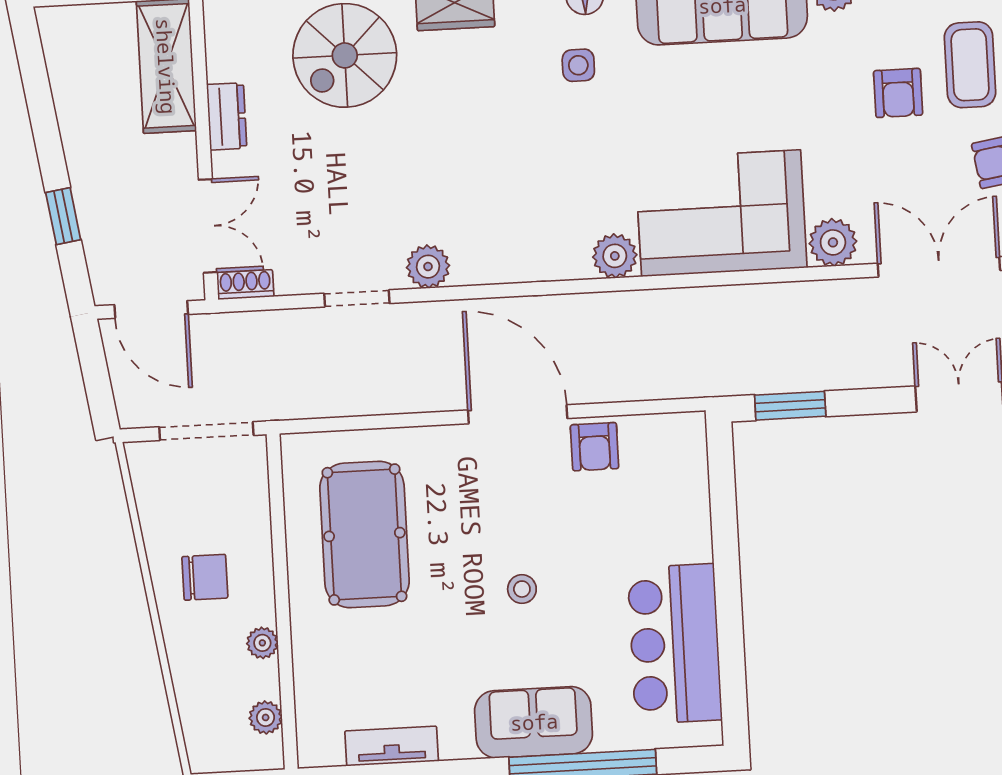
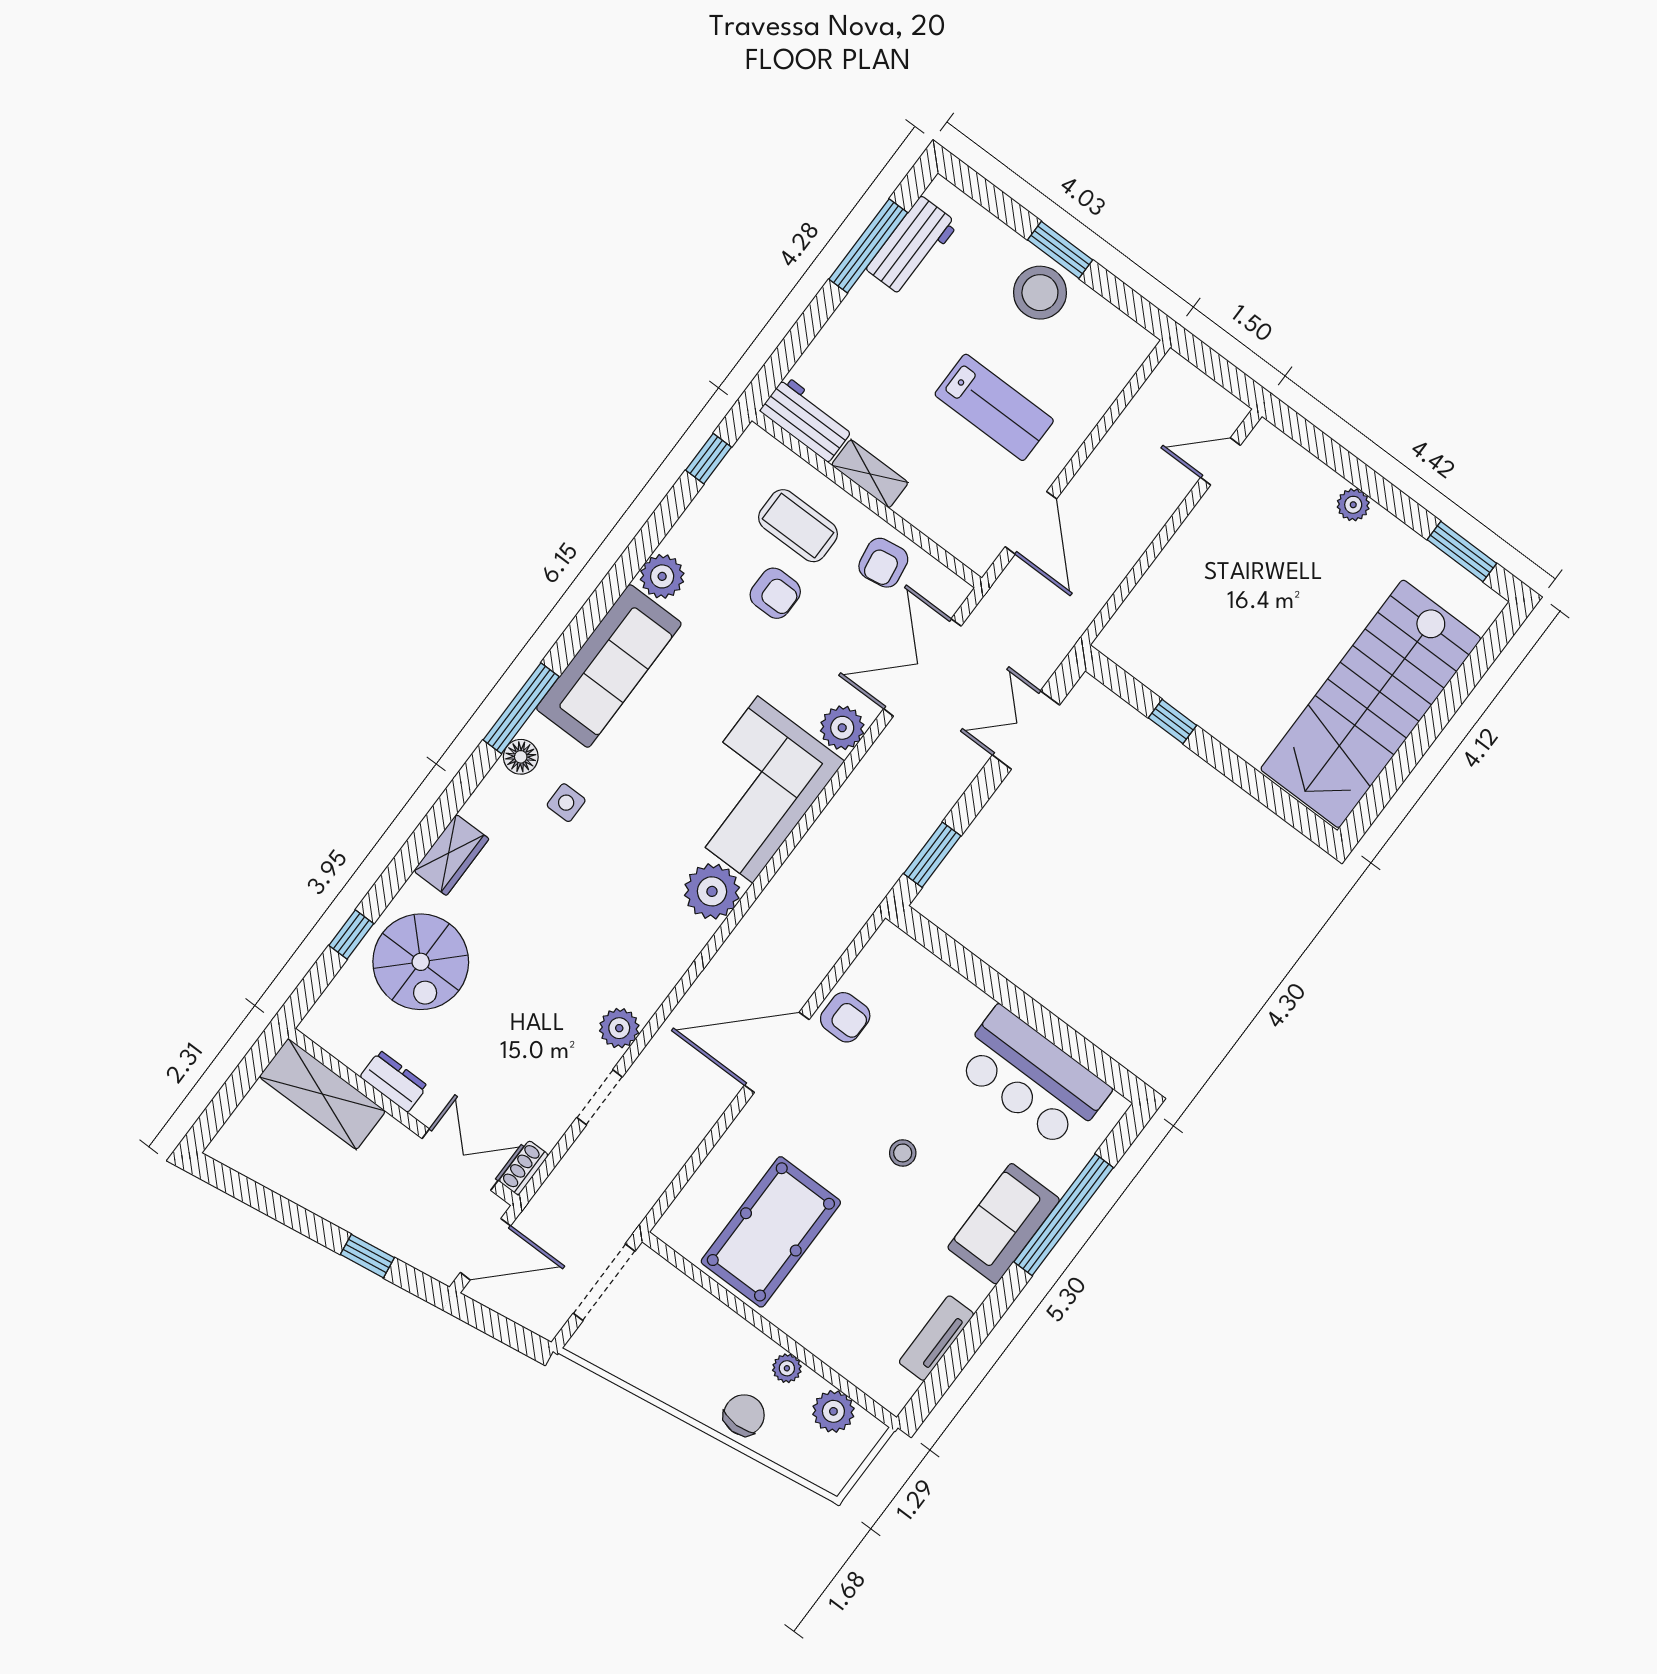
plant: (615, 256) -> (712, 891), width x1.36, depth x1.36
pool table: (364, 535) -> (771, 1232), turned 90
chair: (205, 577) -> (744, 1415), moved
plant: (266, 717) -> (833, 1411), width x1.38, depth x1.38

